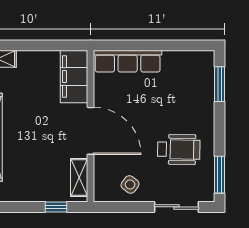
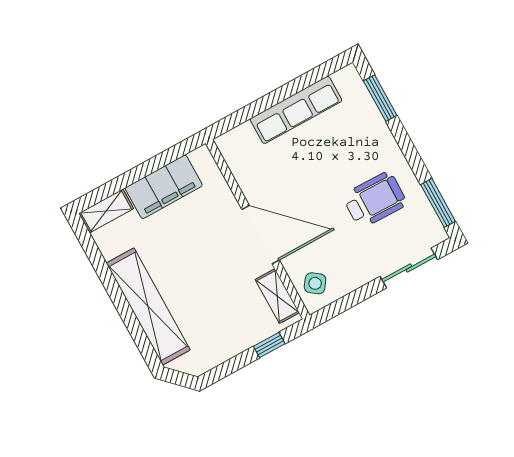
row of seats: (128, 61) -> (296, 110), moved
filing cabinet: (74, 76) -> (164, 187), moved, turned -90
side table: (130, 185) -> (315, 283), moved

